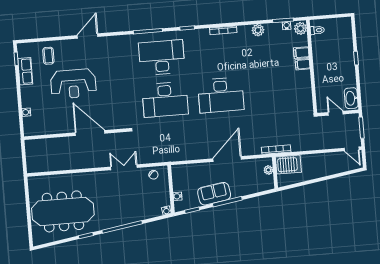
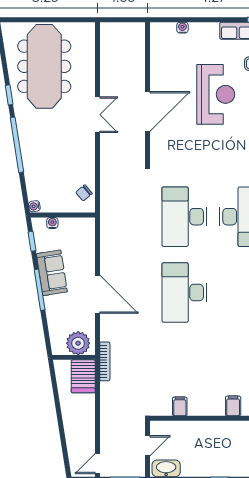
filing cabinet: (303, 64) -> (180, 406), moved
reception desk: (73, 84) -> (216, 94), turned 180
double door: (124, 167) -> (97, 115), moved
plant: (268, 170) -> (78, 343), width x1.88, depth x1.88

